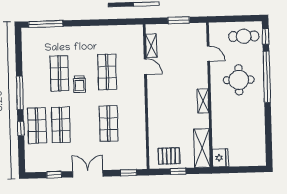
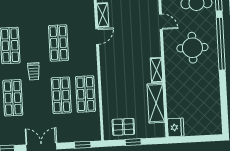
door: (145, 67) -> (97, 36), hinge flipped
trolley: (79, 84) -> (34, 71), moved
shop shelf: (132, 123) -> (85, 94), added
shelving: (202, 148) -> (156, 103), moved

